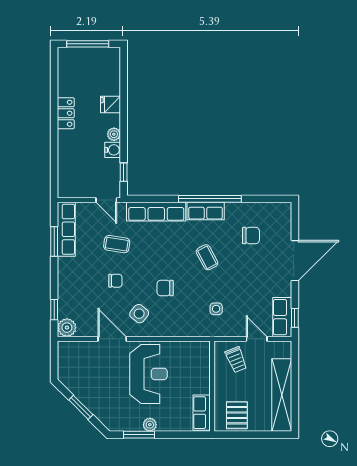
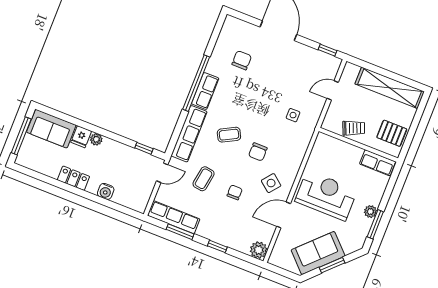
sofa: (107, 71) -> (51, 129), added
plant: (114, 134) -> (96, 139), moved
water cooler: (113, 150) -> (106, 191), moved, turned 180
coffee table: (207, 257) -> (229, 135), moved
window: (54, 310) -> (217, 246), moved
row of seats: (282, 317) -> (323, 61), removed
trolley: (236, 360) -> (354, 128), moved
sofa: (87, 389) -> (318, 253), added

